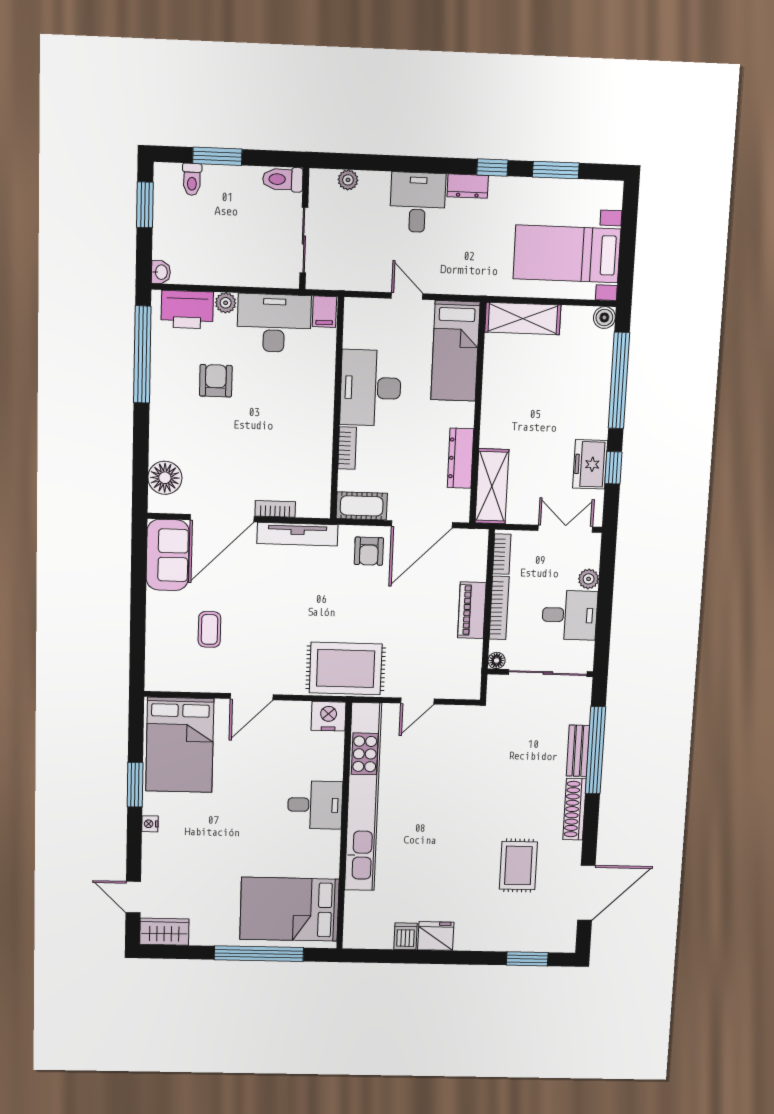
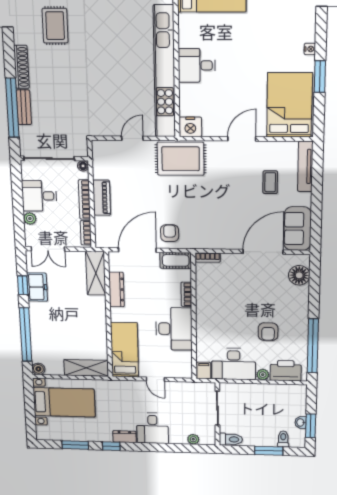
washbasin: (161, 272) -> (301, 422), moved
bookcase: (275, 509) -> (208, 258), moved
tv unit: (297, 534) -> (305, 166), moved, turned -90

